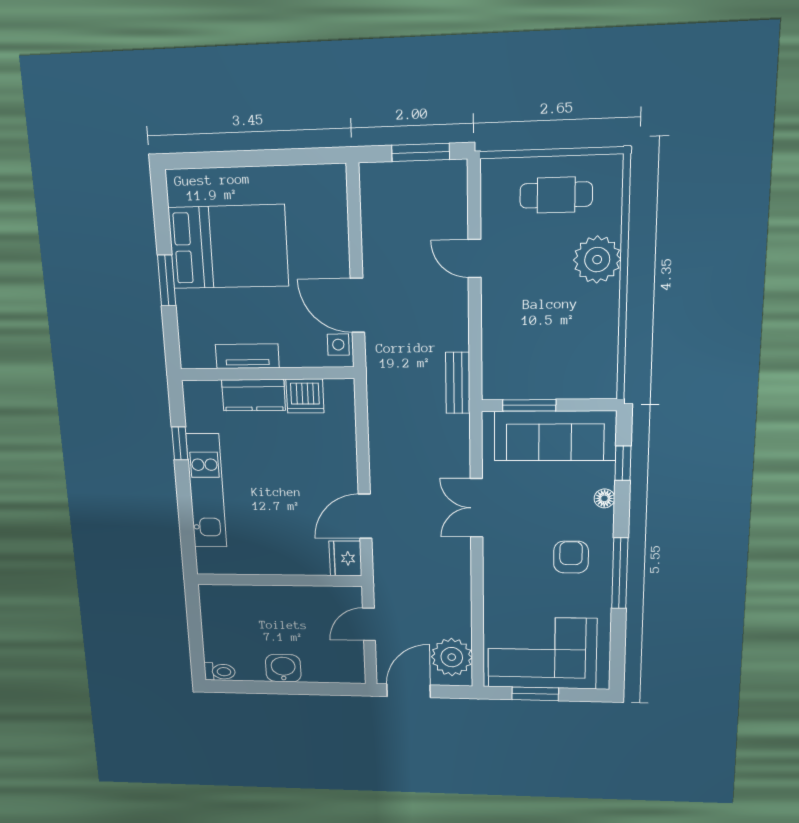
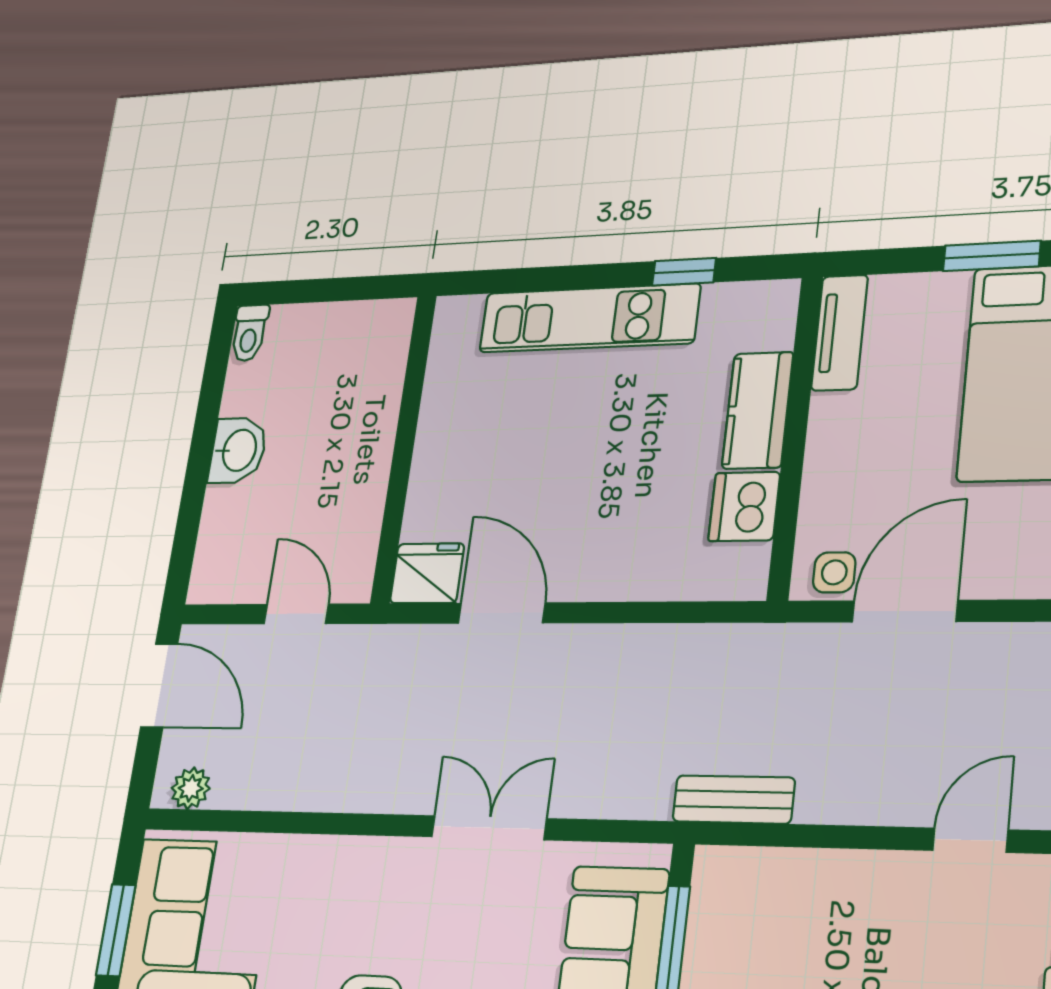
tv unit: (247, 356) -> (840, 333), moved
plant: (452, 657) -> (191, 788), width x0.53, depth x0.53

